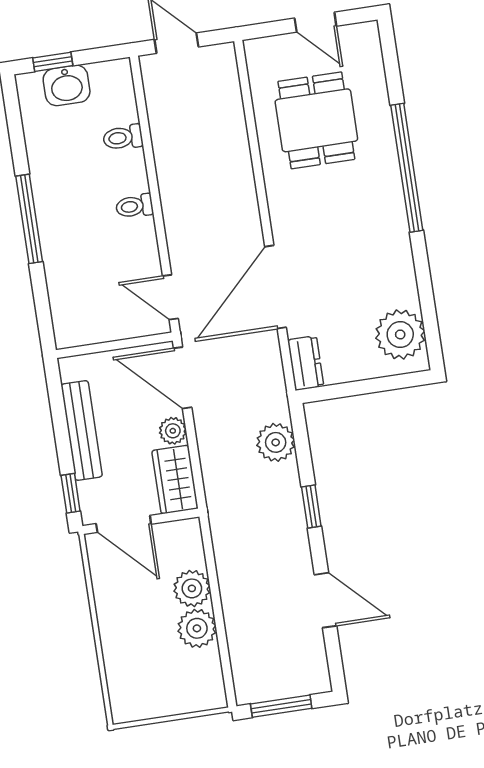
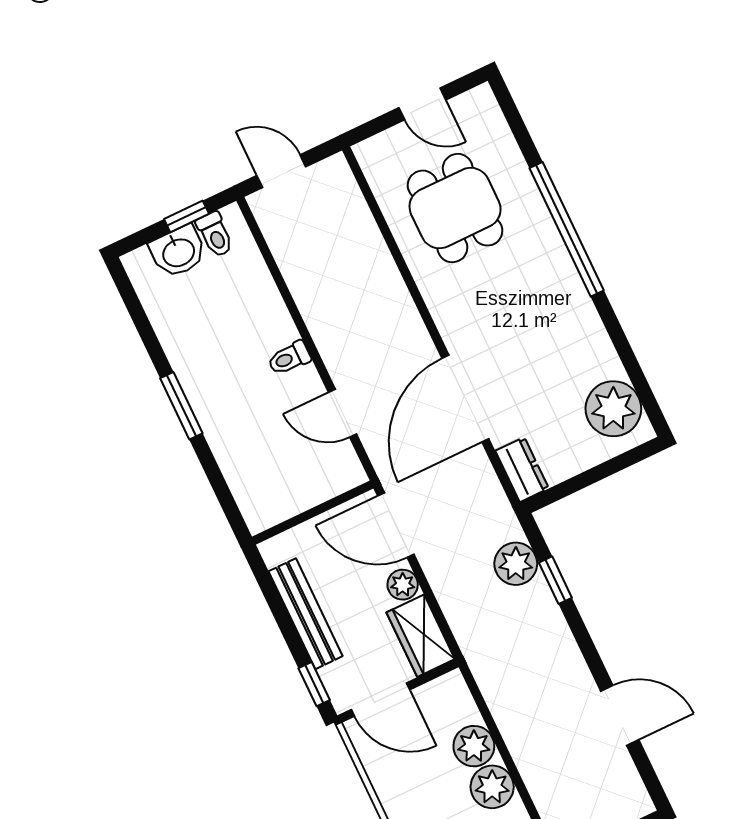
window: (53, 62) -> (186, 216), moved
toilet: (123, 137) -> (215, 234), moved, turned -90
window: (29, 219) -> (181, 406), width x0.69
door: (170, 297) -> (343, 413), moved
window: (311, 507) -> (555, 580), moved

